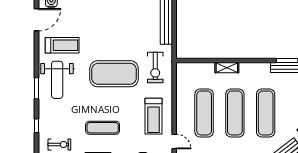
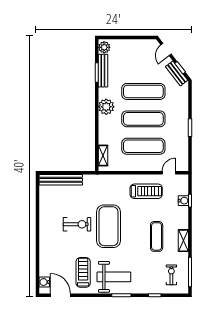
exercise bike: (155, 67) -> (77, 224), moved
shelving: (227, 68) -> (103, 156), moved
plant: (248, 71) -> (106, 107), added

